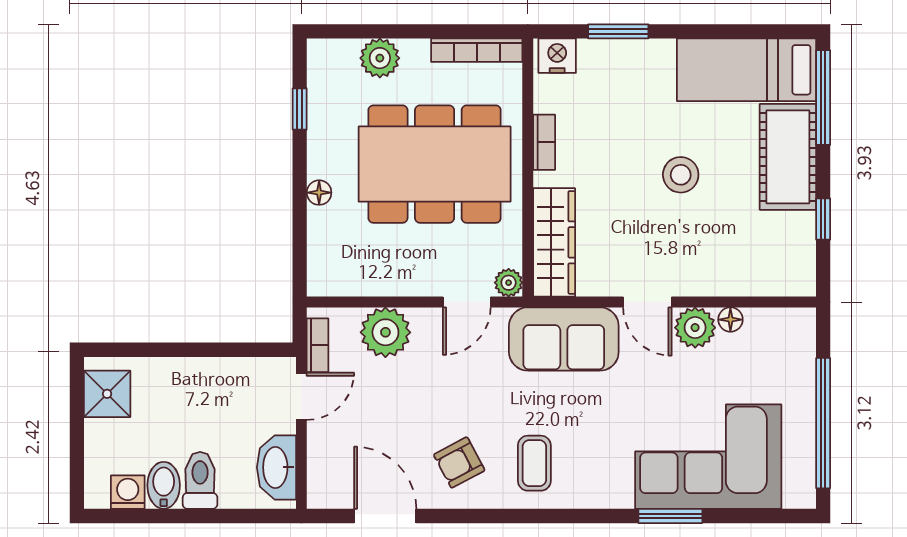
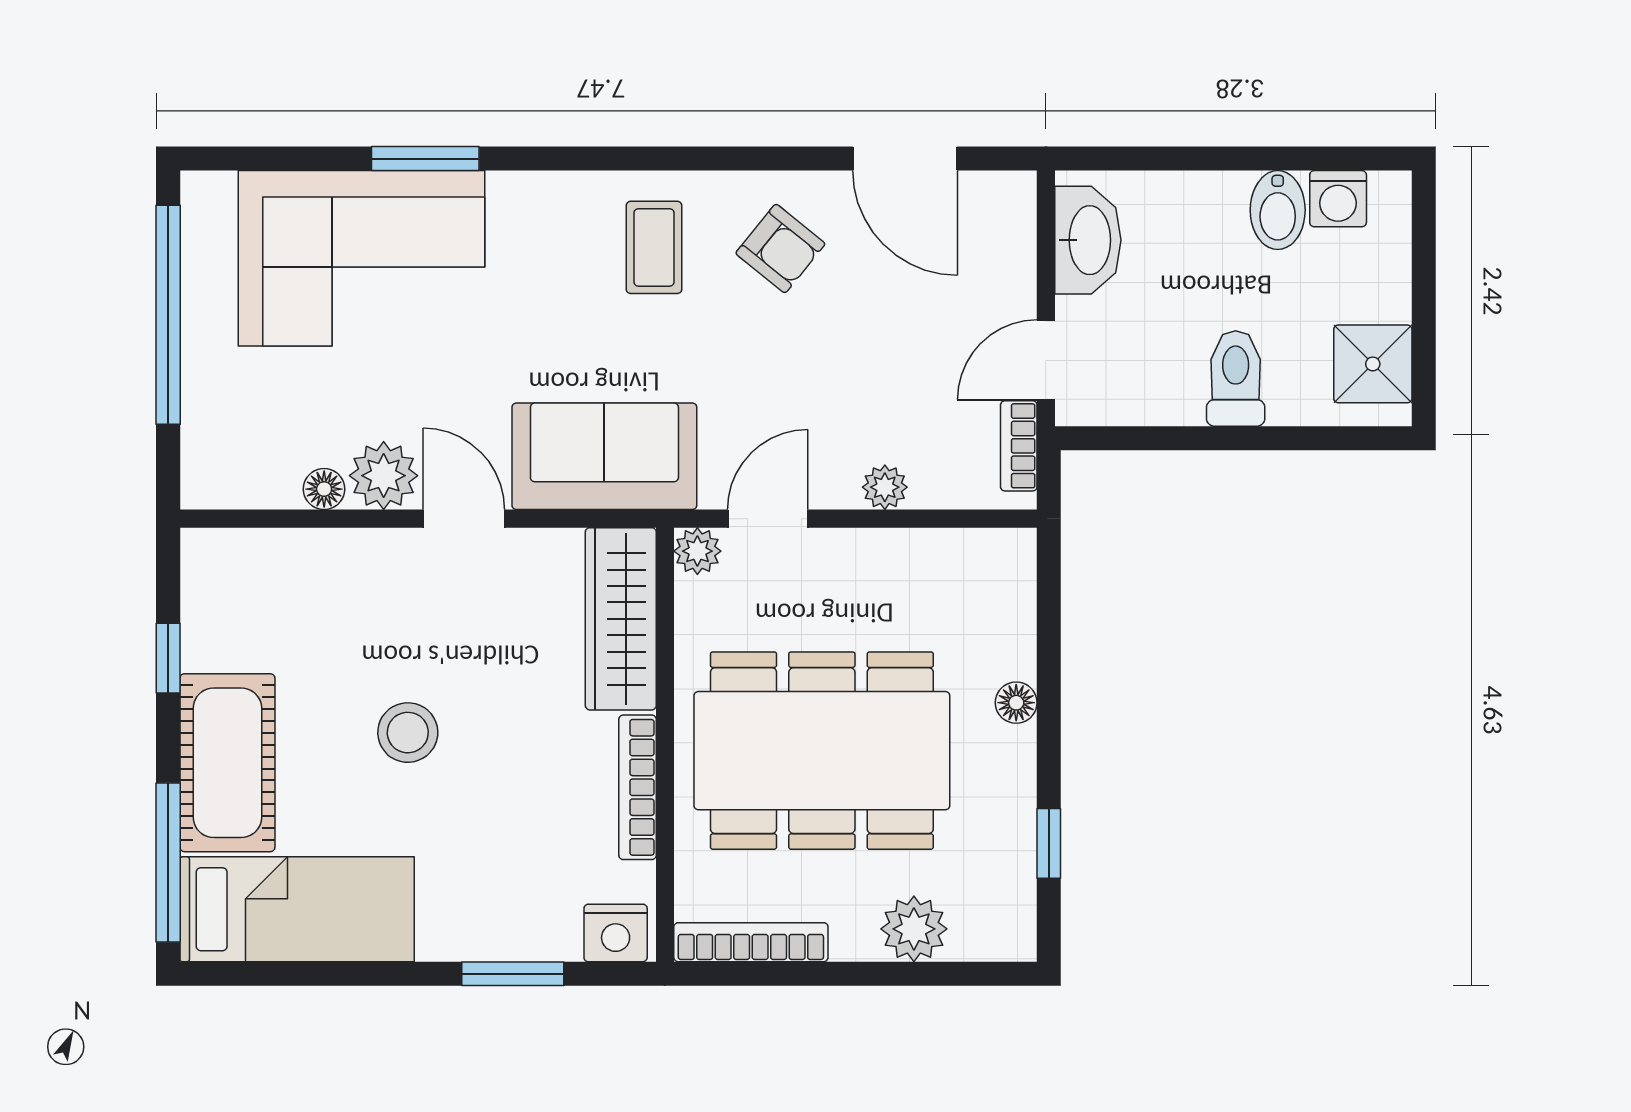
bookcase: (544, 142) -> (638, 787), width x1.56
plant: (385, 332) -> (885, 487), width x0.53, depth x0.53
armchair: (459, 462) -> (780, 249), turned 67
toilet: (200, 480) -> (1236, 378), moved, turned 180

